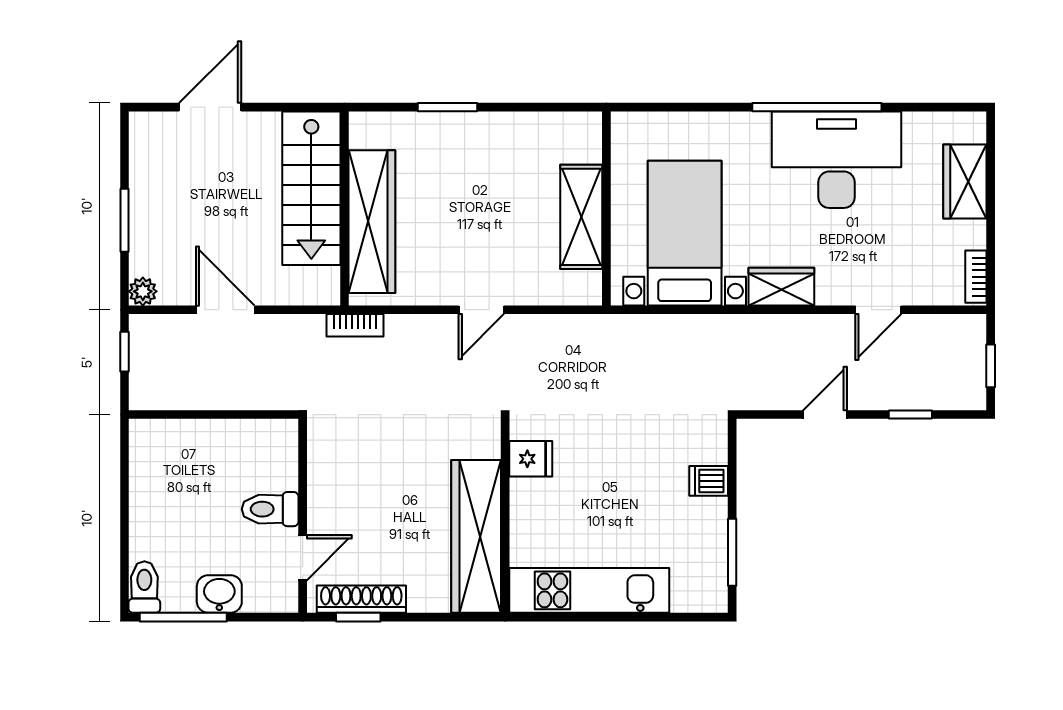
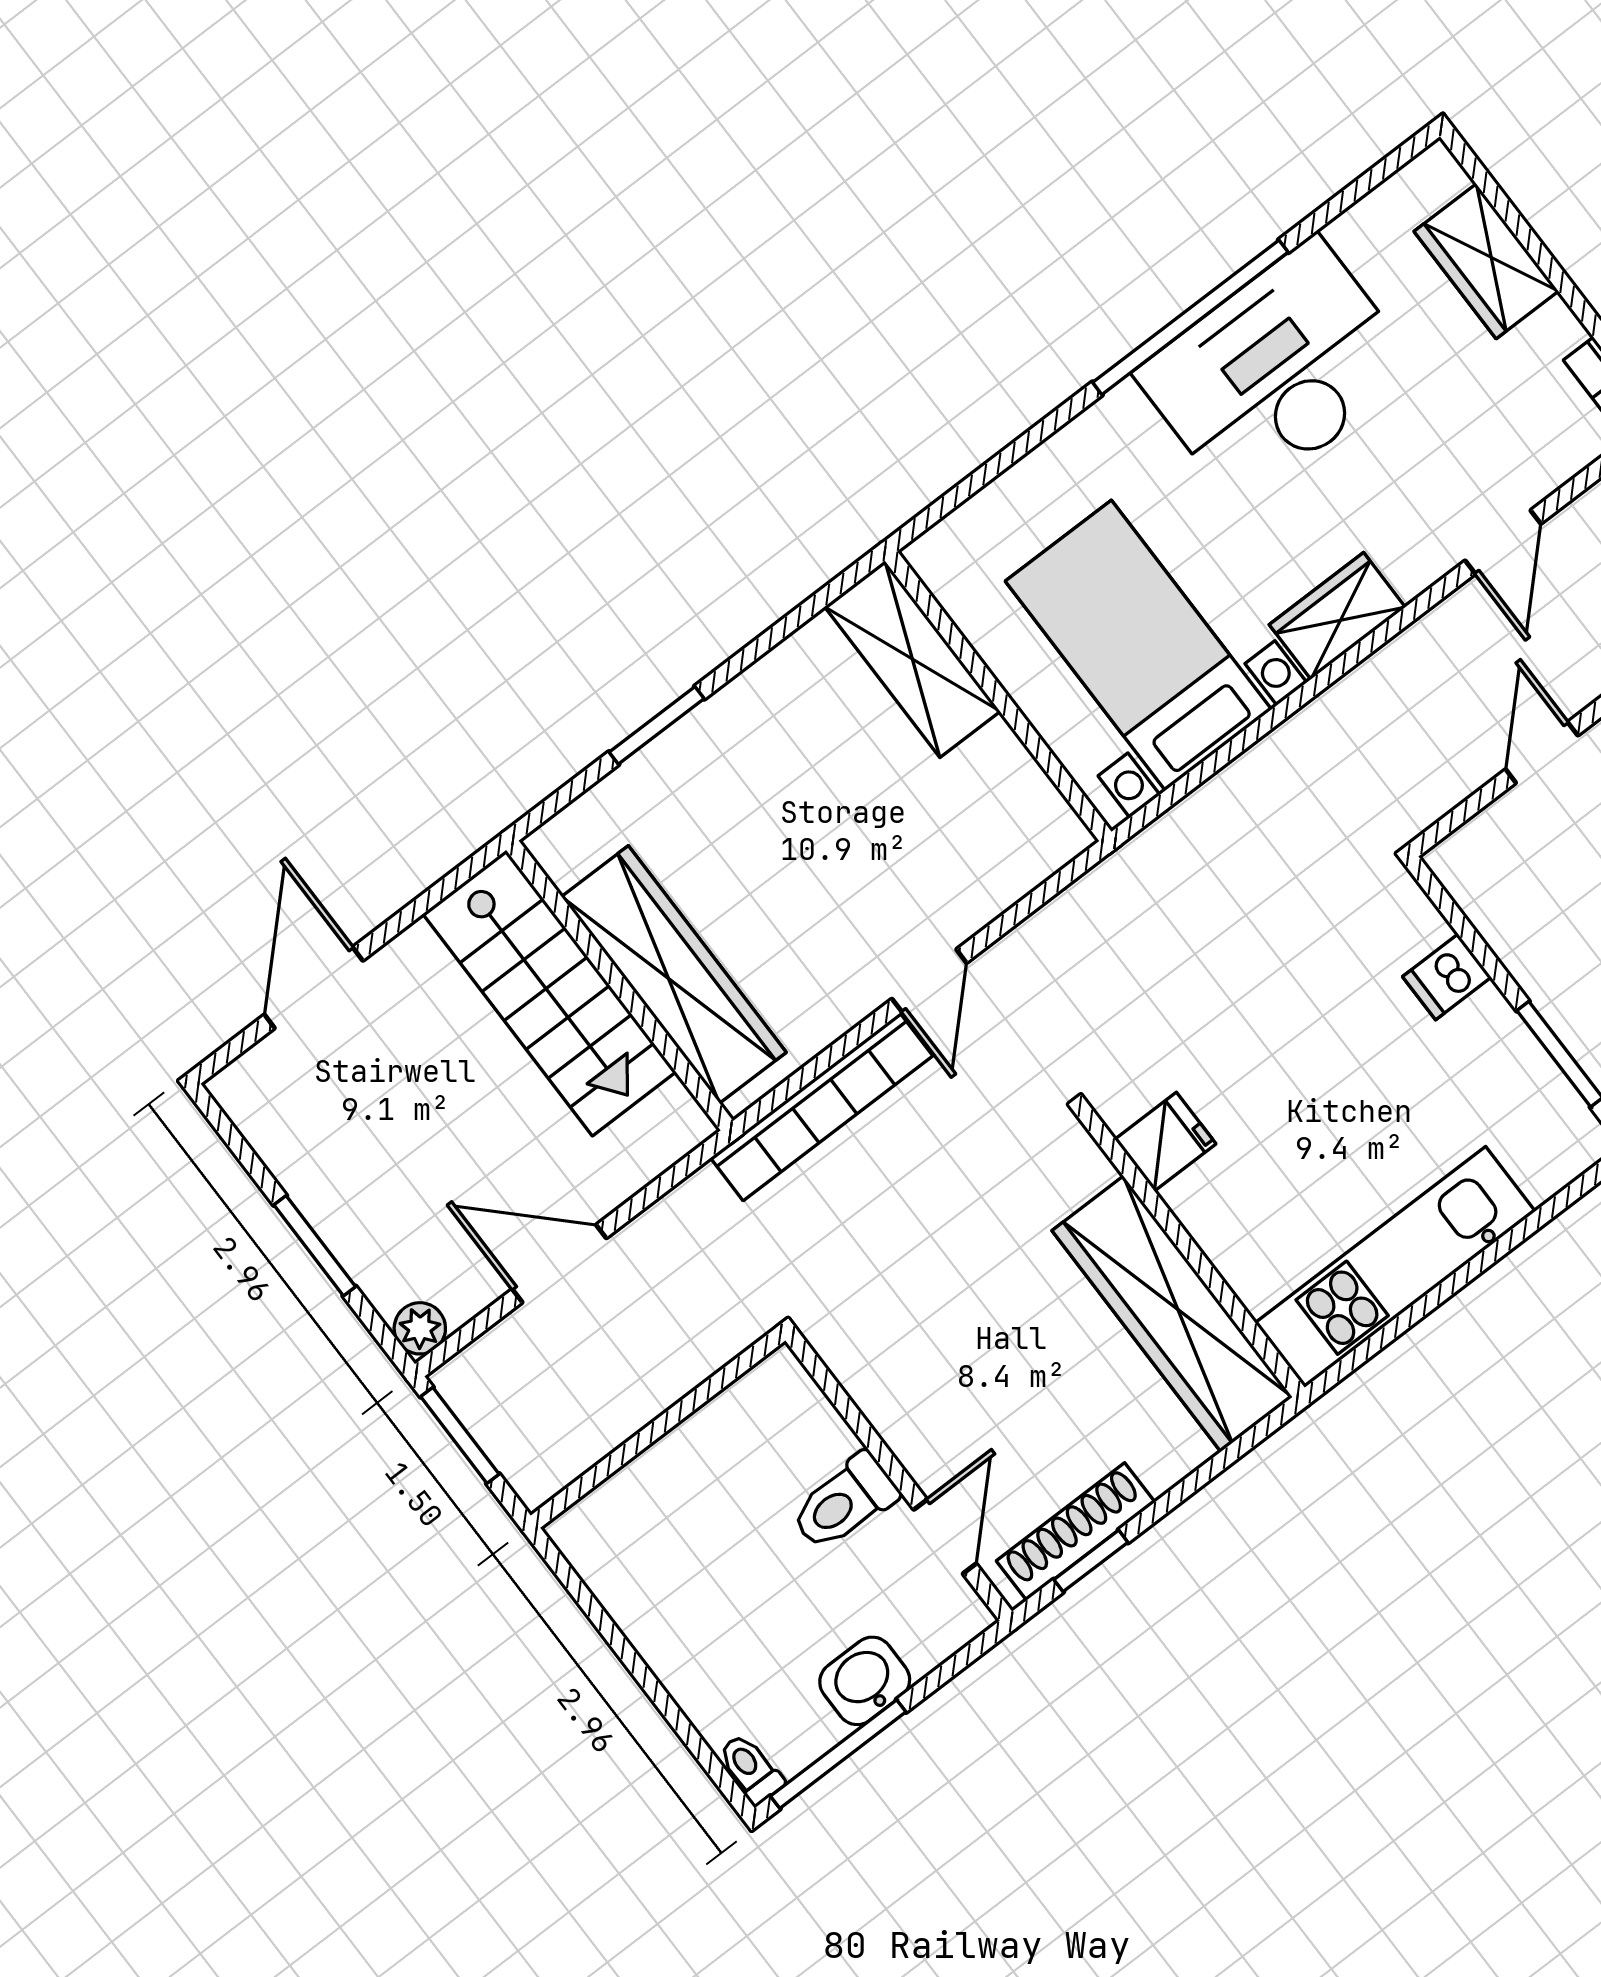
shelving: (581, 217) -> (912, 659), moved
bookcase: (355, 325) -> (822, 1107), width x2.31, depth x1.31
window: (124, 352) -> (460, 1435), width x1.50
toilet: (144, 587) -> (751, 1769), width x0.73, depth x0.72

